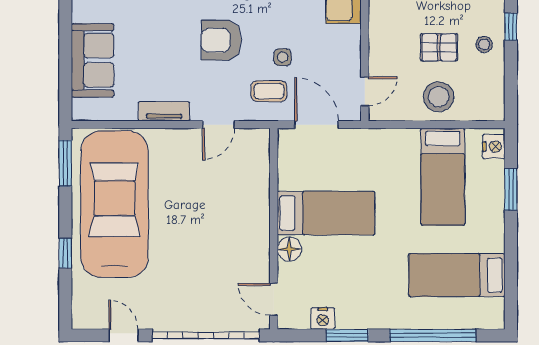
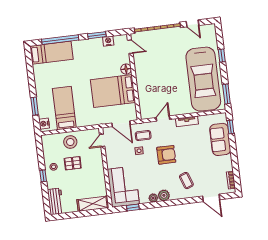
window: (65, 86) -> (231, 127), added
bed: (326, 213) -> (113, 91), width x1.50
bed: (457, 275) -> (51, 53), moved

